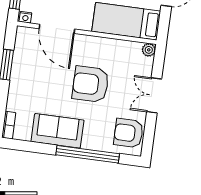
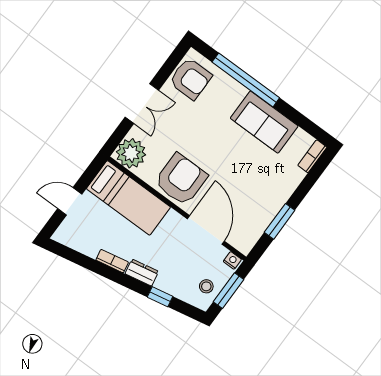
plant: (149, 50) -> (131, 153), width x1.87, depth x1.87
armchair: (91, 84) -> (181, 179), moved, turned -90

